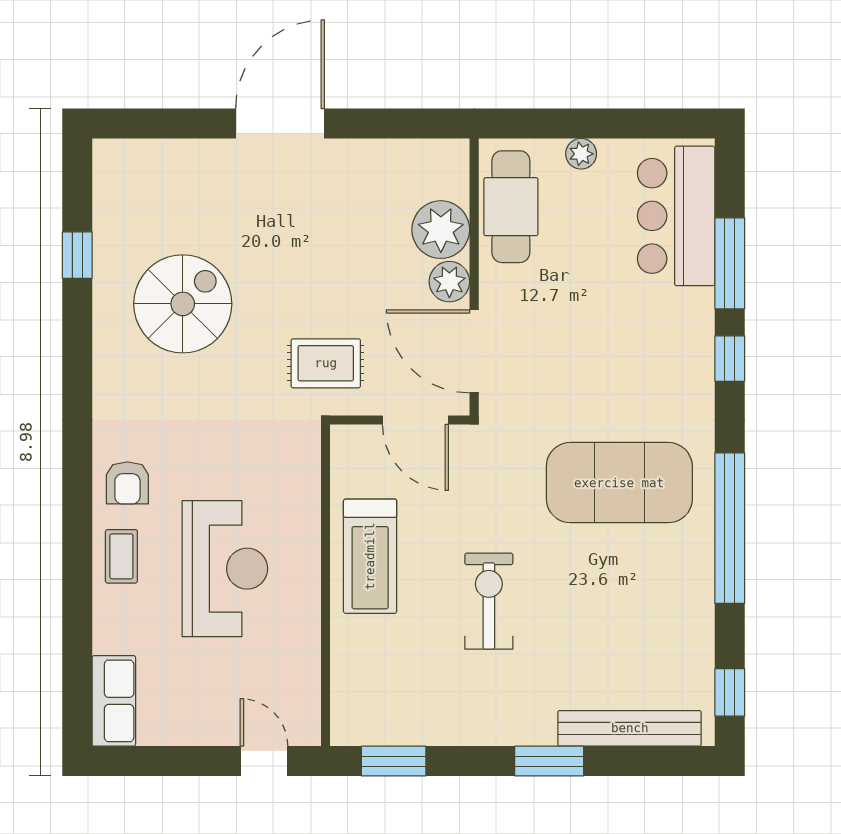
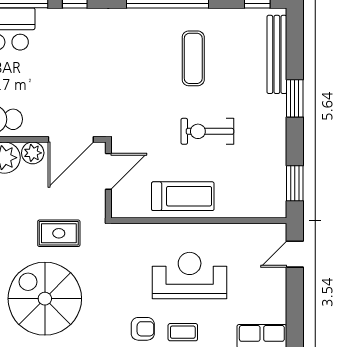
spiral stairs: (183, 304) -> (45, 299), width x1.37, depth x1.37
rug: (326, 363) -> (59, 233), moved, turned 90
exercise mat: (619, 483) -> (193, 58), moved, width x0.50, depth x0.69

